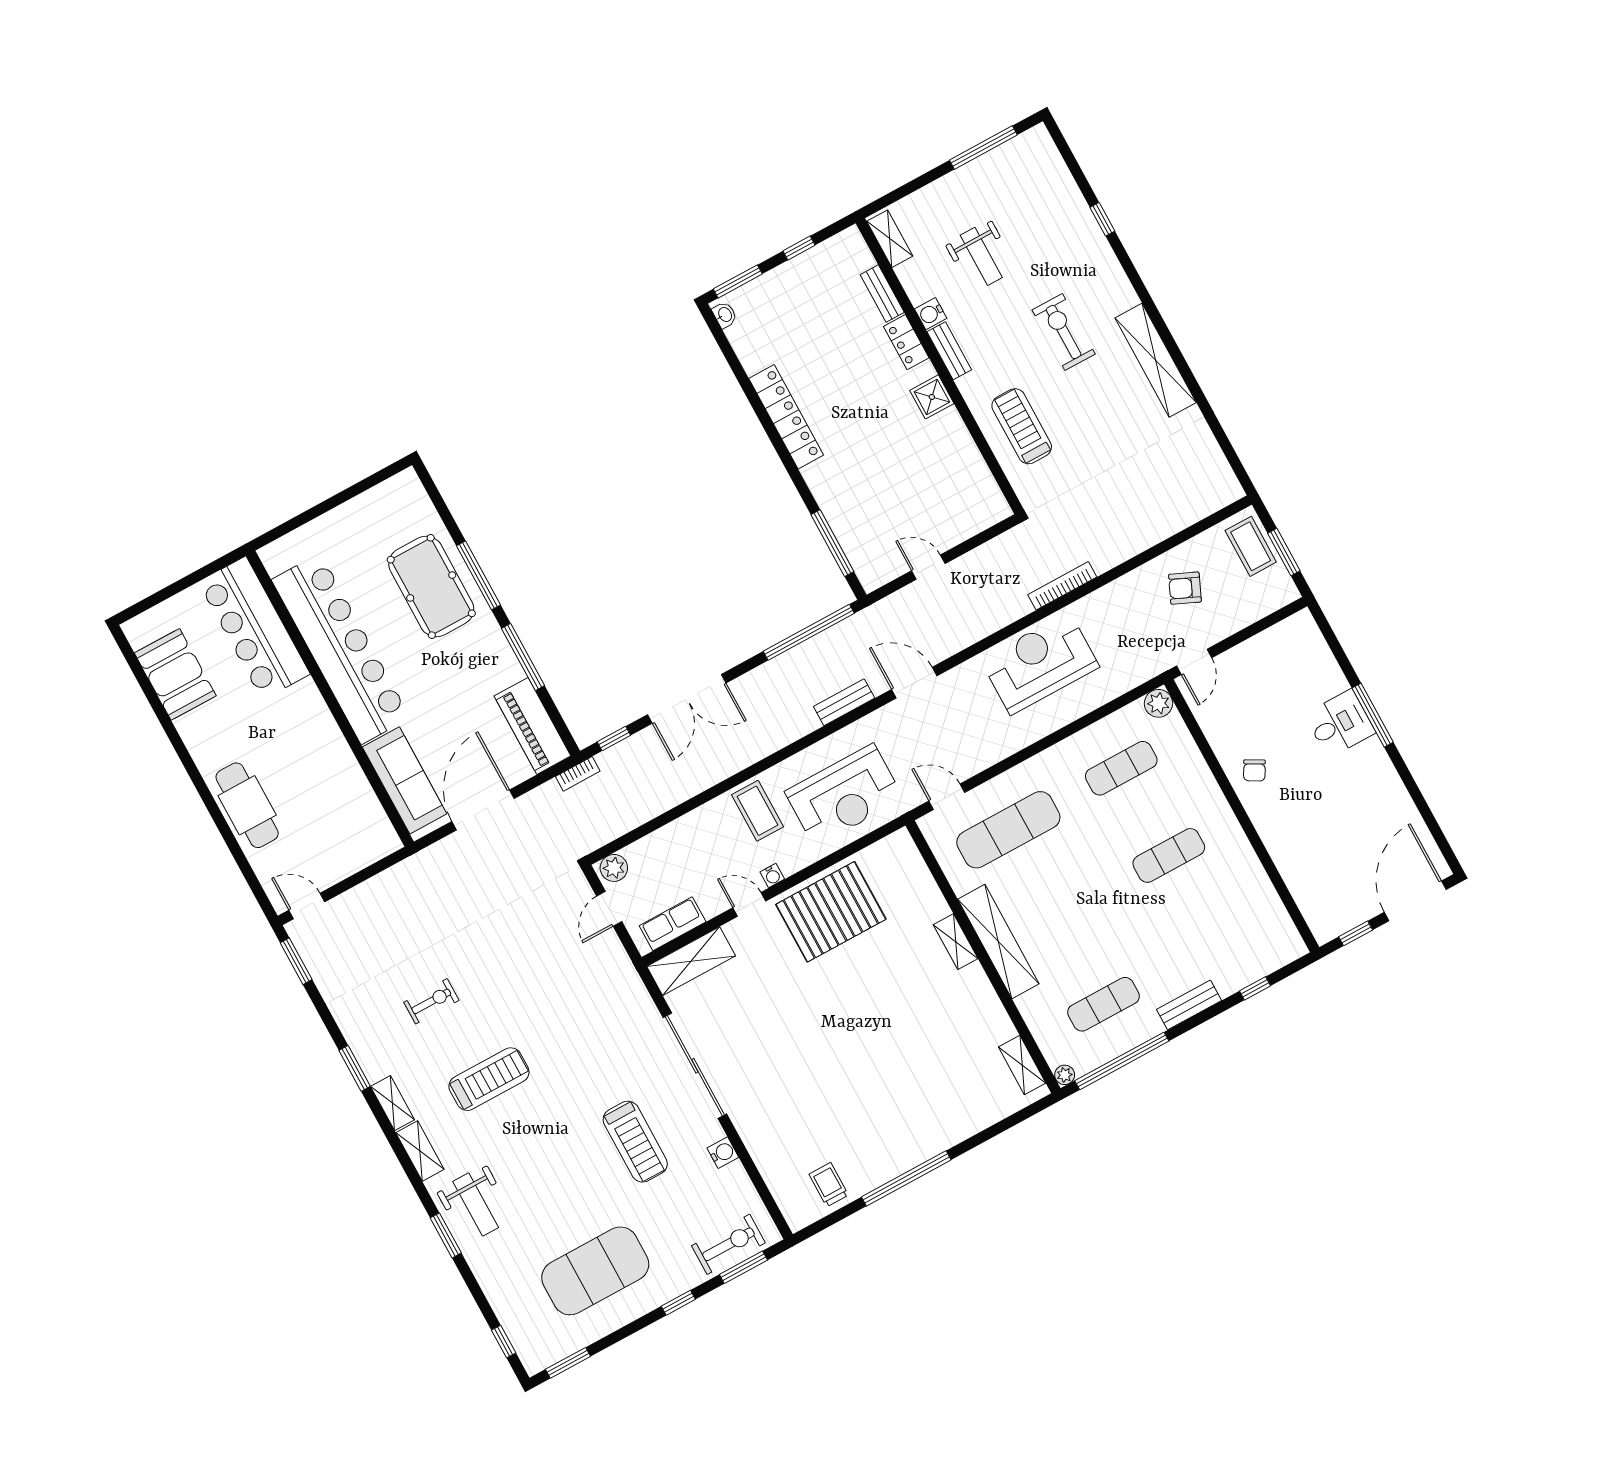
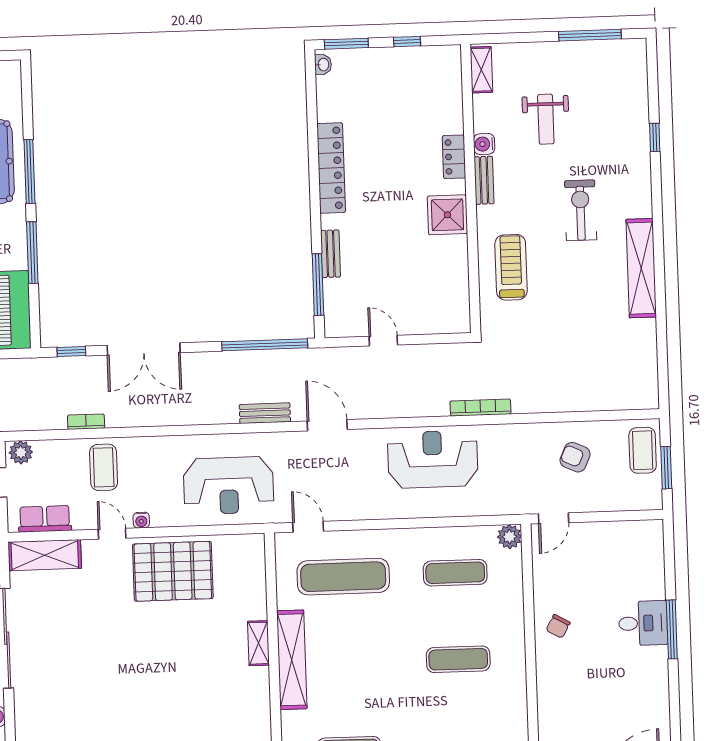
bench: (882, 294) -> (330, 254), moved
shower: (932, 397) -> (447, 215), width x1.36, depth x1.36
bookcase: (578, 774) -> (86, 422), moved, turned 180
coffee table: (758, 811) -> (104, 467), moved

